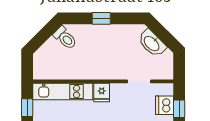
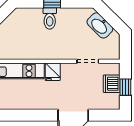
toilet: (65, 38) -> (50, 18), moved, turned 45

